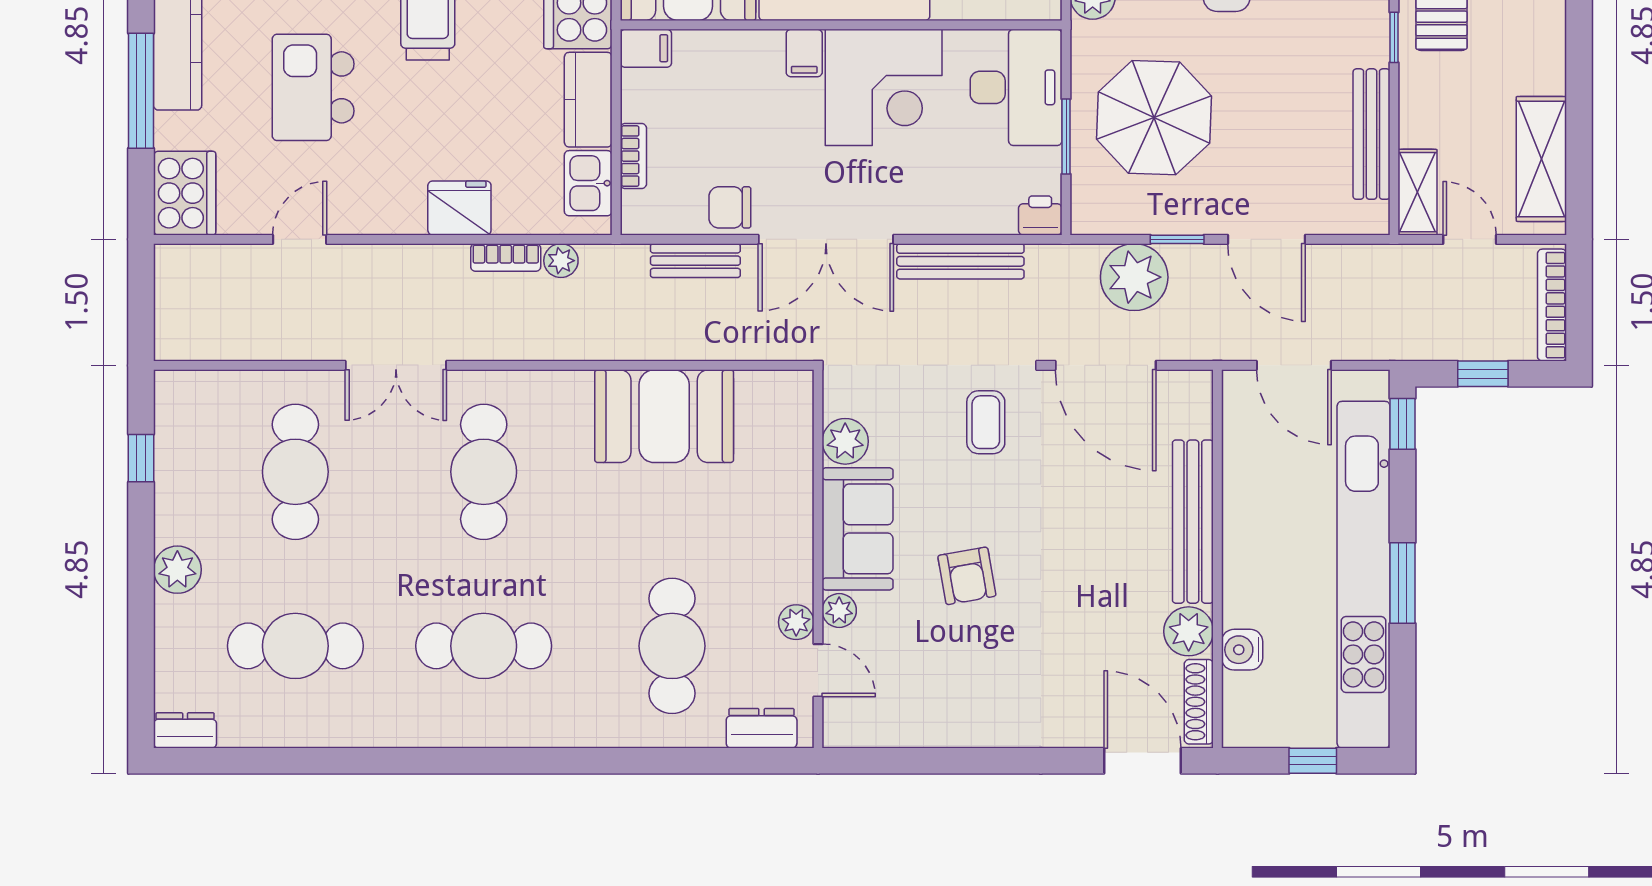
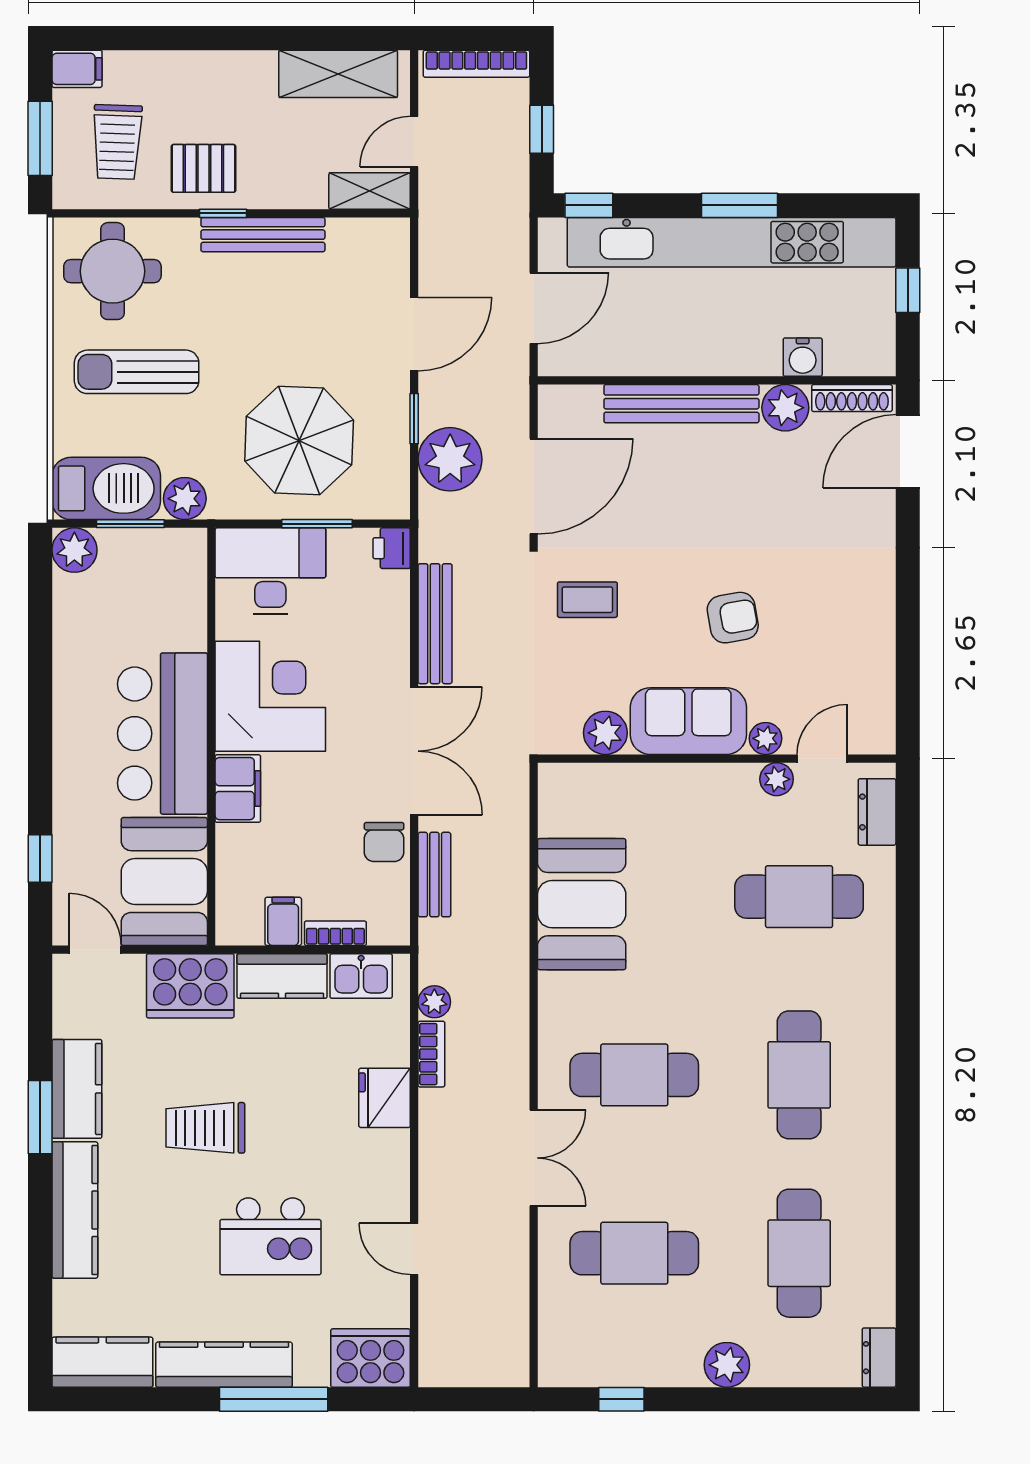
filing cabinet: (646, 48) -> (283, 921), moved
filing cabinet: (804, 53) -> (238, 789), width x2.00
bench: (1372, 134) -> (263, 235), moved

